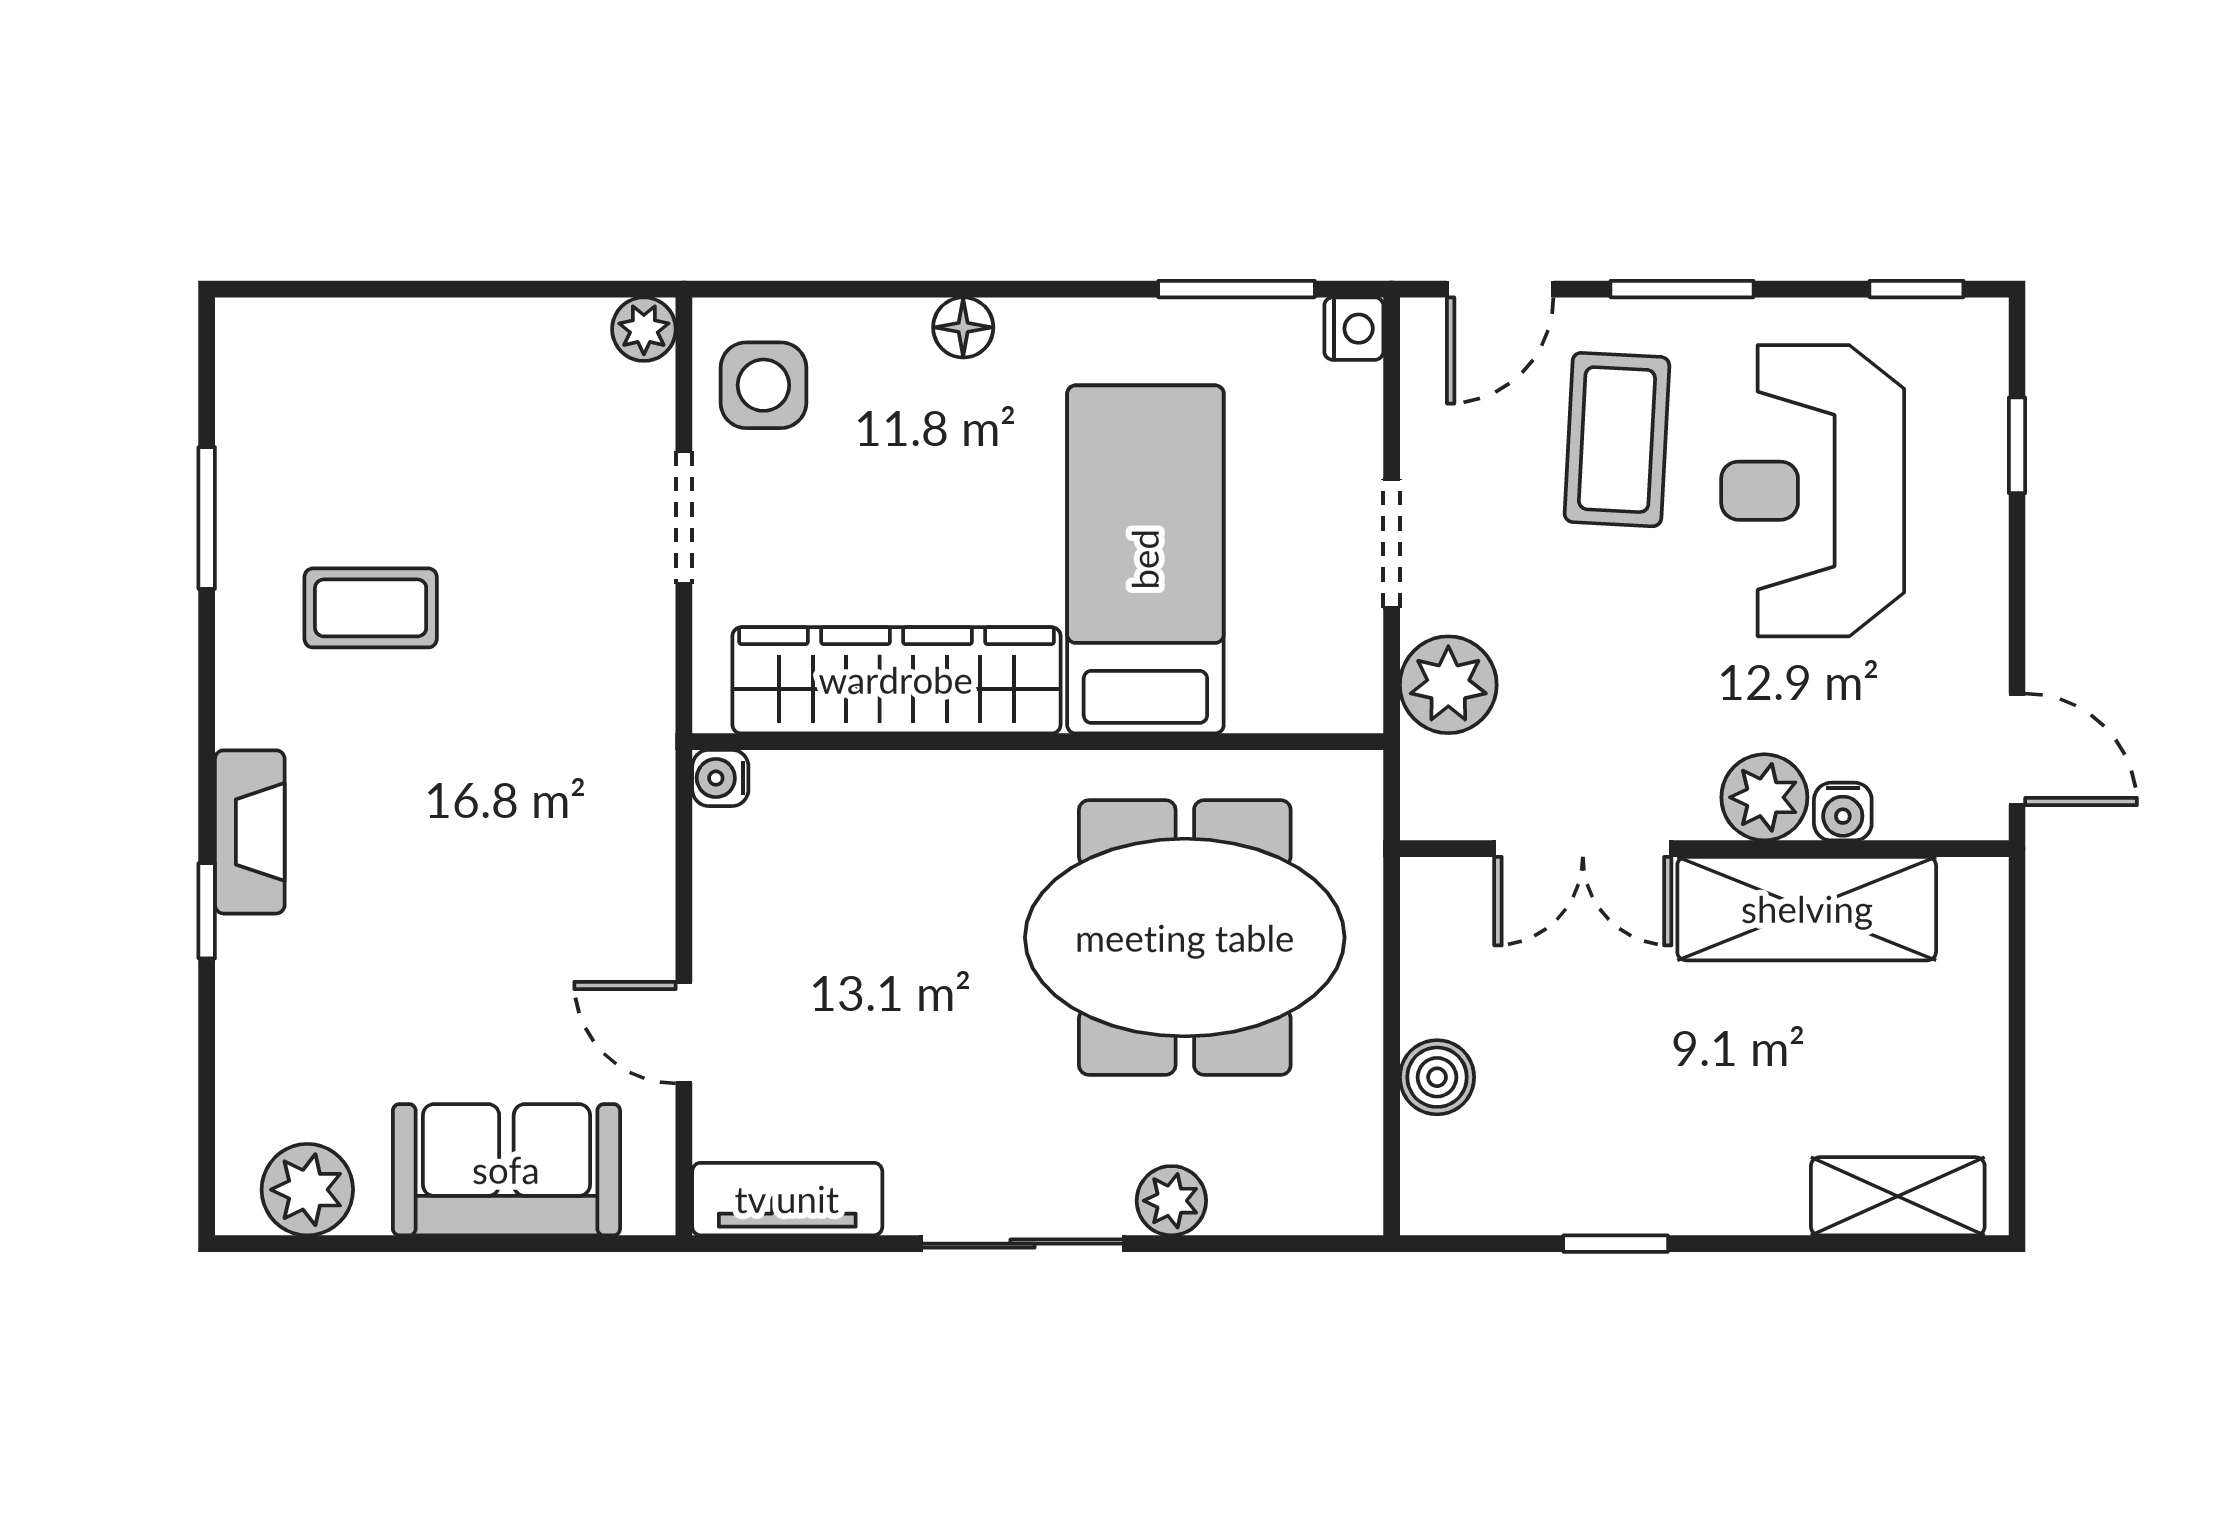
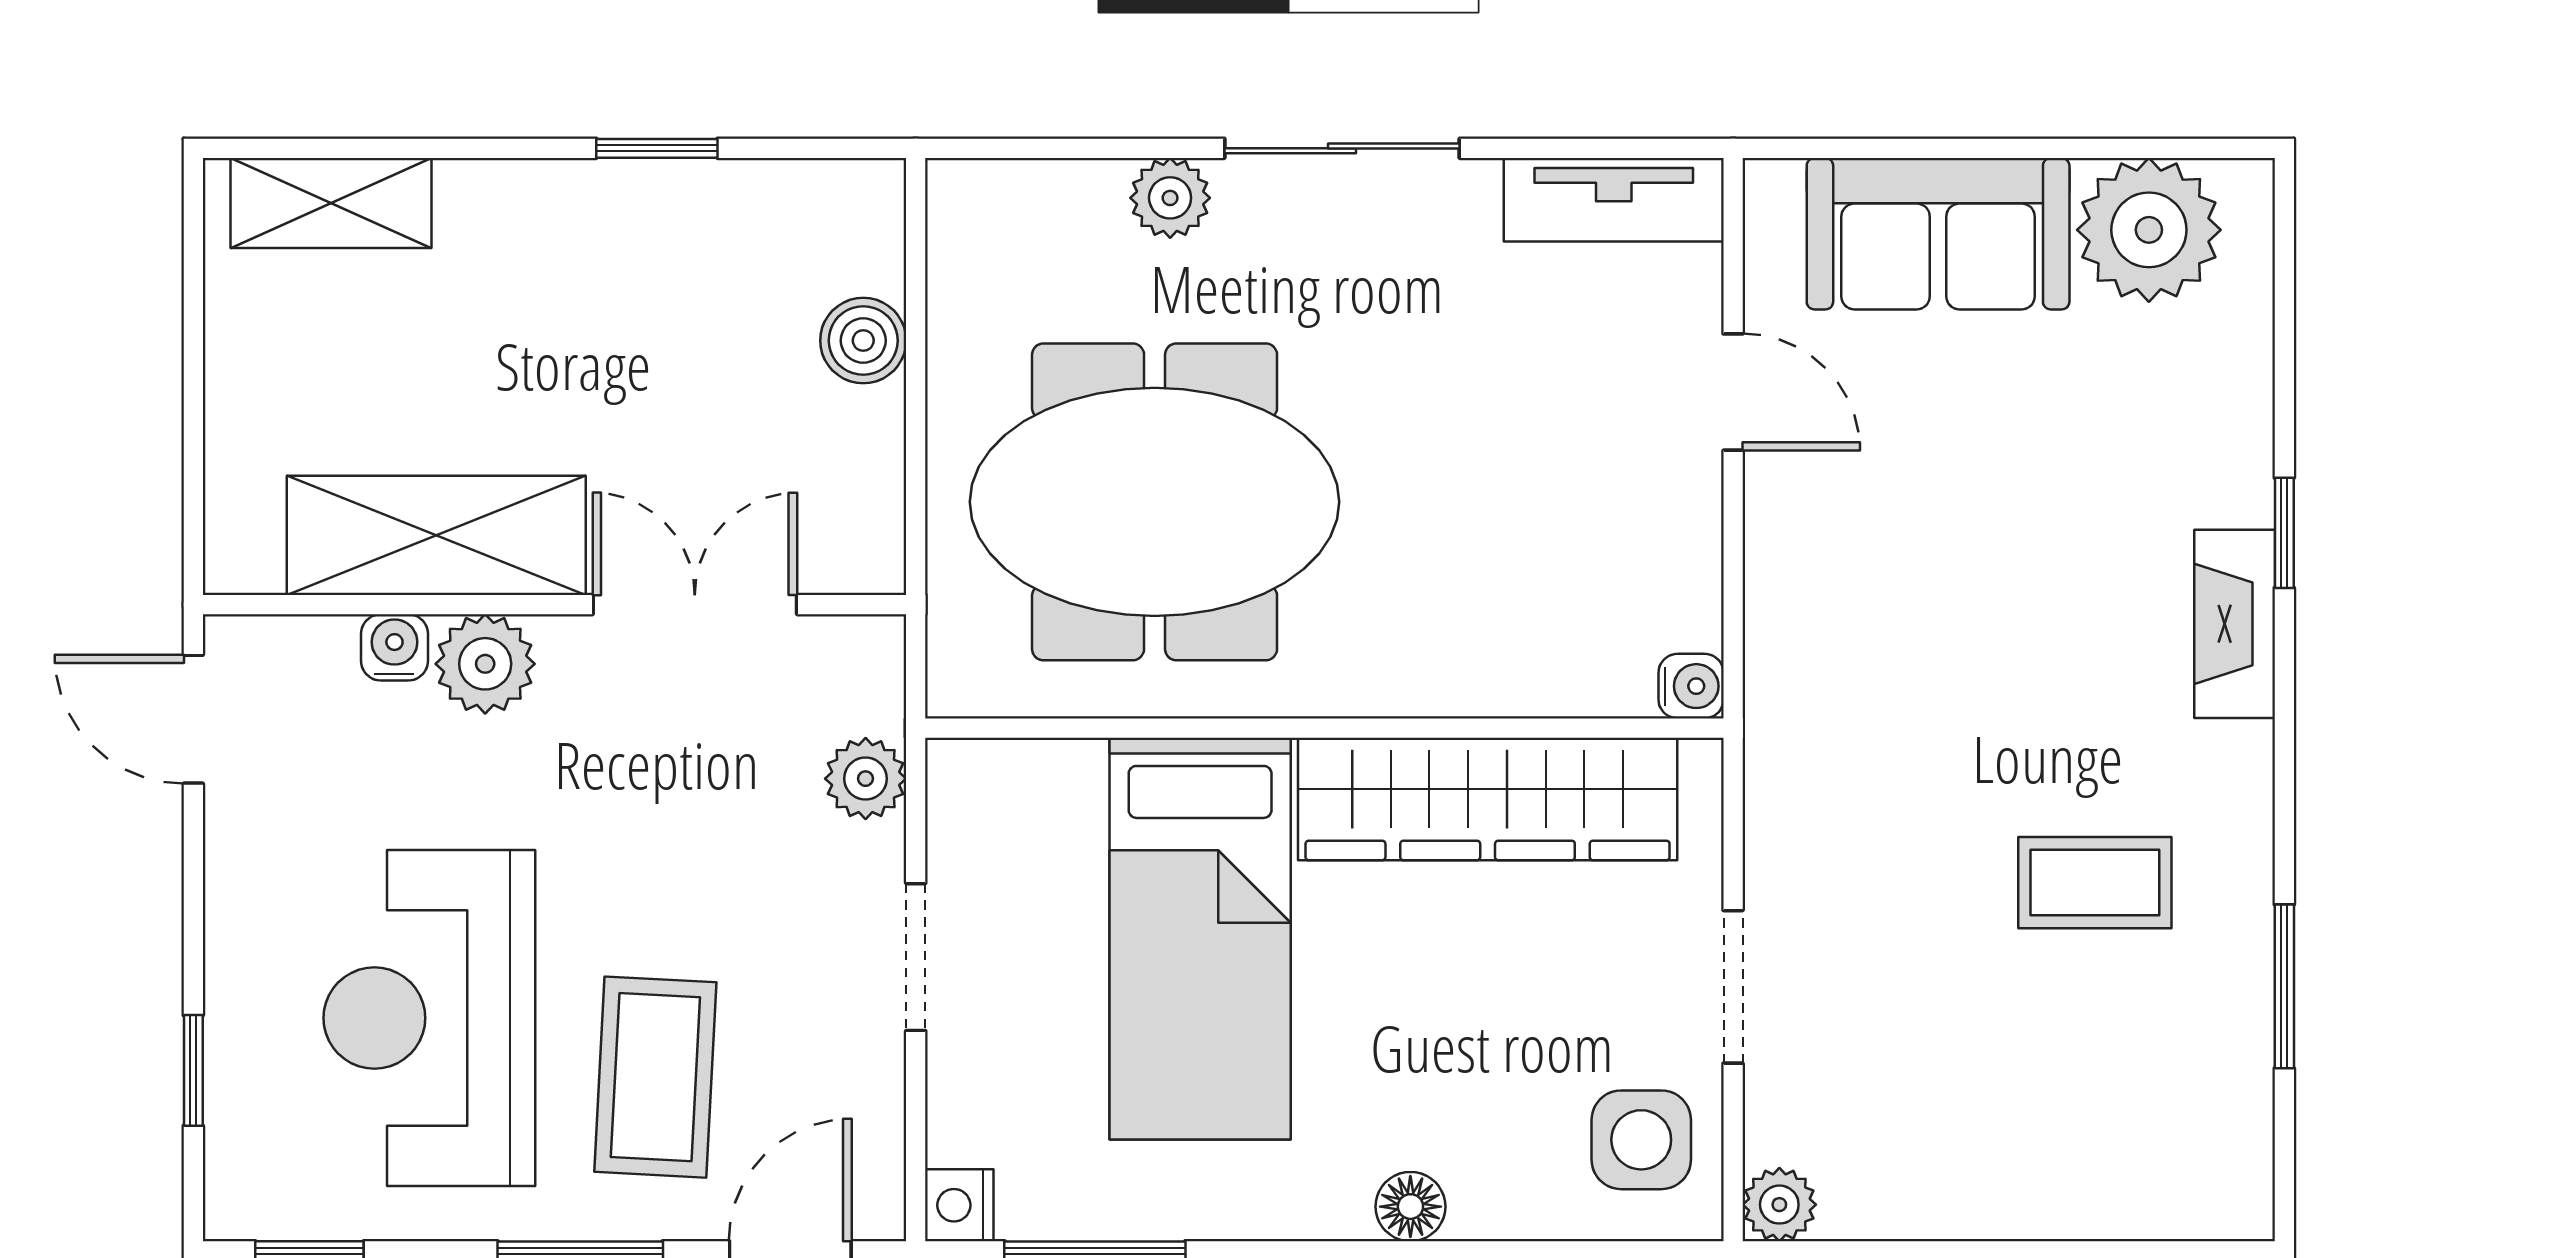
reception desk: (1813, 491) -> (429, 1018), turned 180
plant: (1448, 685) -> (866, 779), width x0.73, depth x0.73
plant: (307, 1190) -> (2149, 230), width x1.36, depth x1.36

